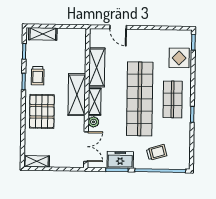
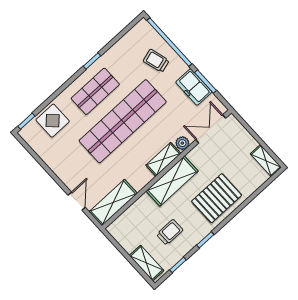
shelving: (97, 67) -> (113, 202), moved
trolley: (38, 76) -> (170, 232), moved

